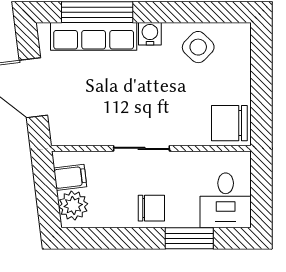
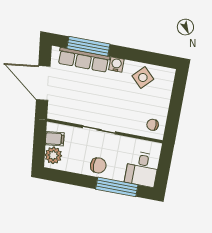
chair: (229, 123) -> (153, 125), width x0.54, depth x0.54
window: (189, 238) -> (117, 187), width x1.44

